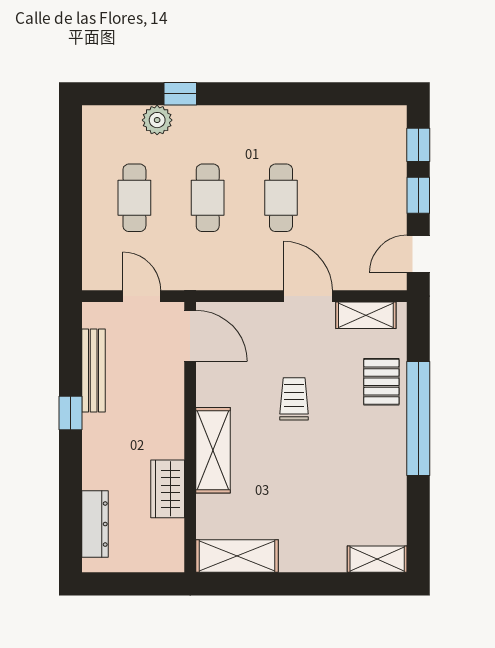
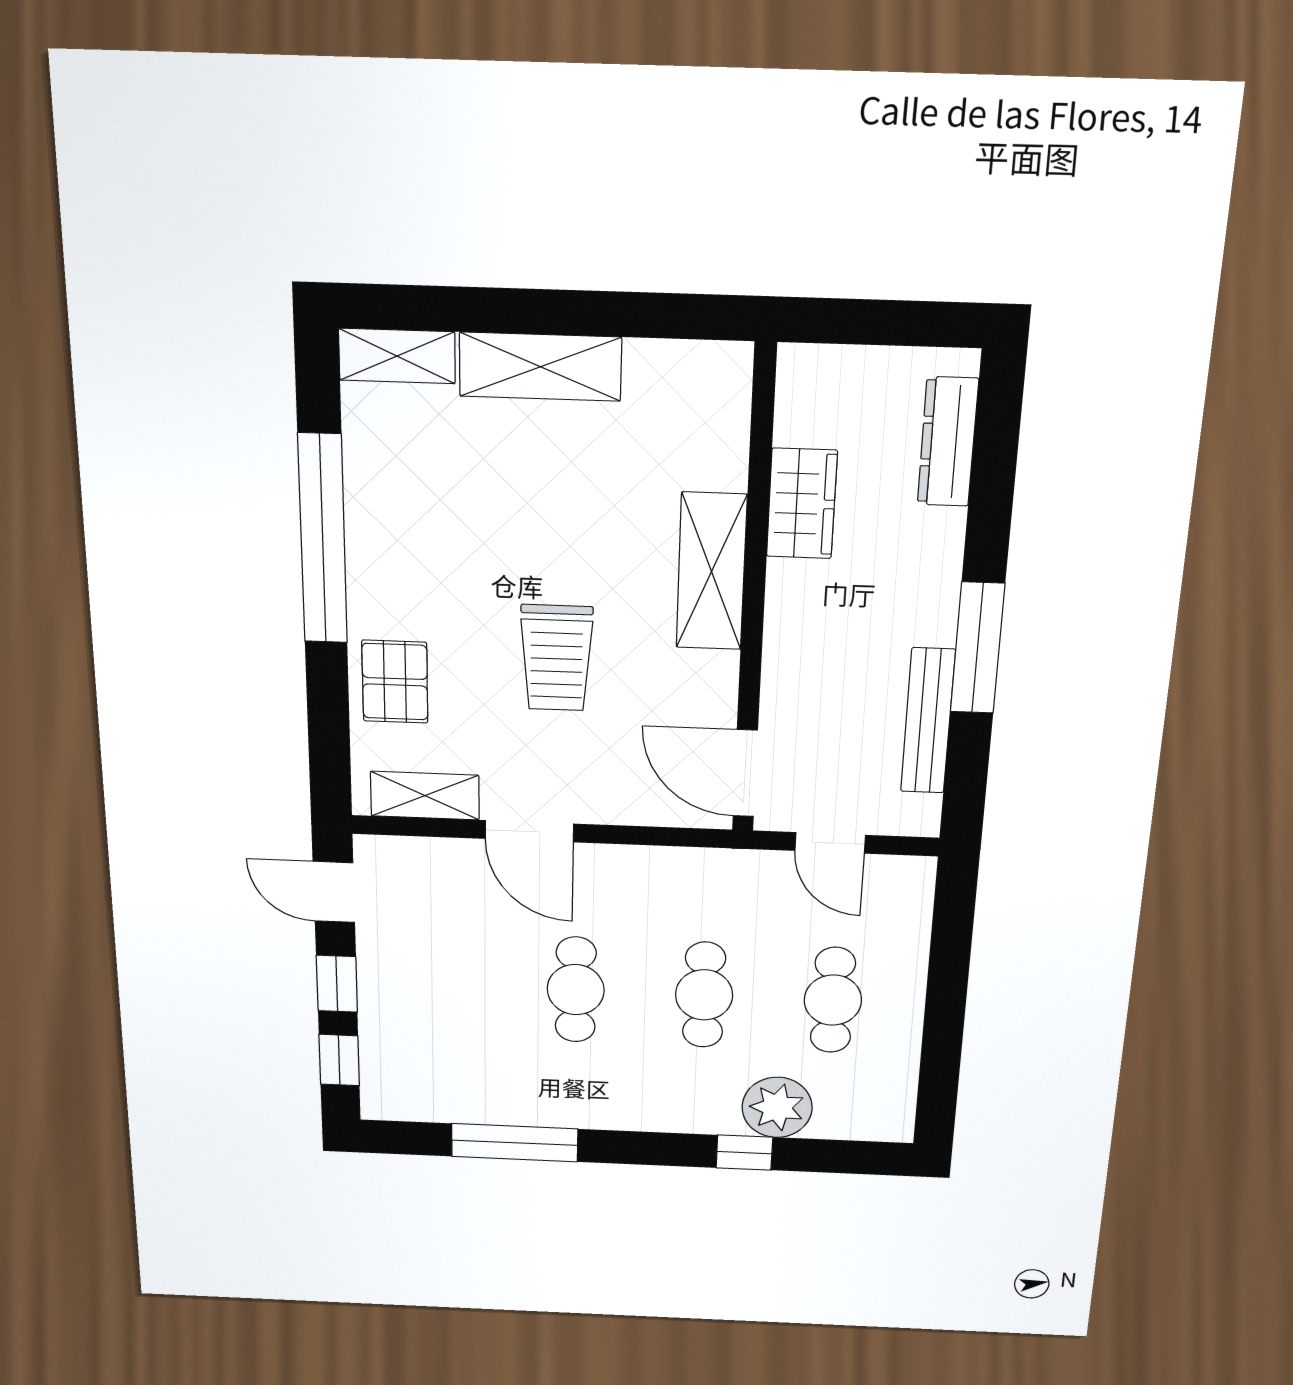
window: (316, 94) -> (515, 1143), added
plant: (157, 120) -> (777, 1107), width x1.36, depth x1.36
door: (418, 254) -> (334, 892), swing flipped
trolley: (294, 399) -> (556, 658), width x1.36, depth x1.39
window: (71, 413) -> (978, 648), width x2.17
window: (418, 419) -> (323, 539), moved
shelving: (237, 556) -> (540, 367), moved

